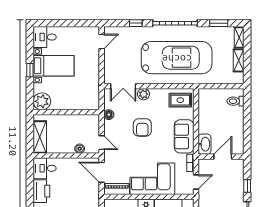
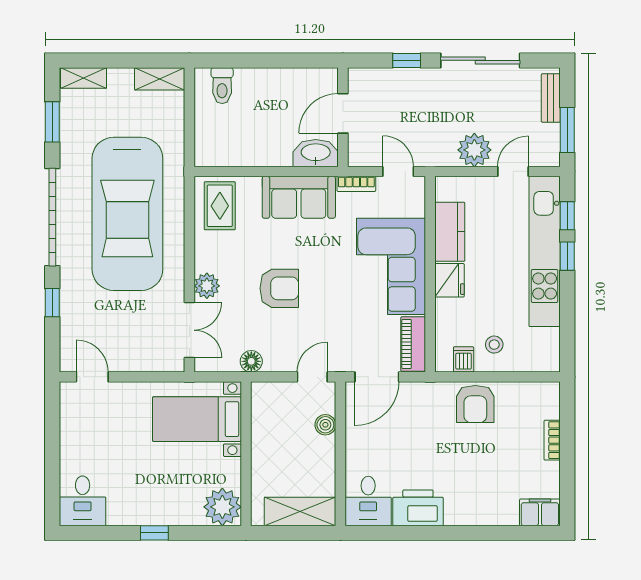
car: (177, 58) -> (127, 214), turned 180
shelving: (239, 60) -> (160, 79), moved
bed with nightstands: (54, 66) -> (197, 419), moved, turned -90
door: (223, 157) -> (343, 113), hinge flipped

